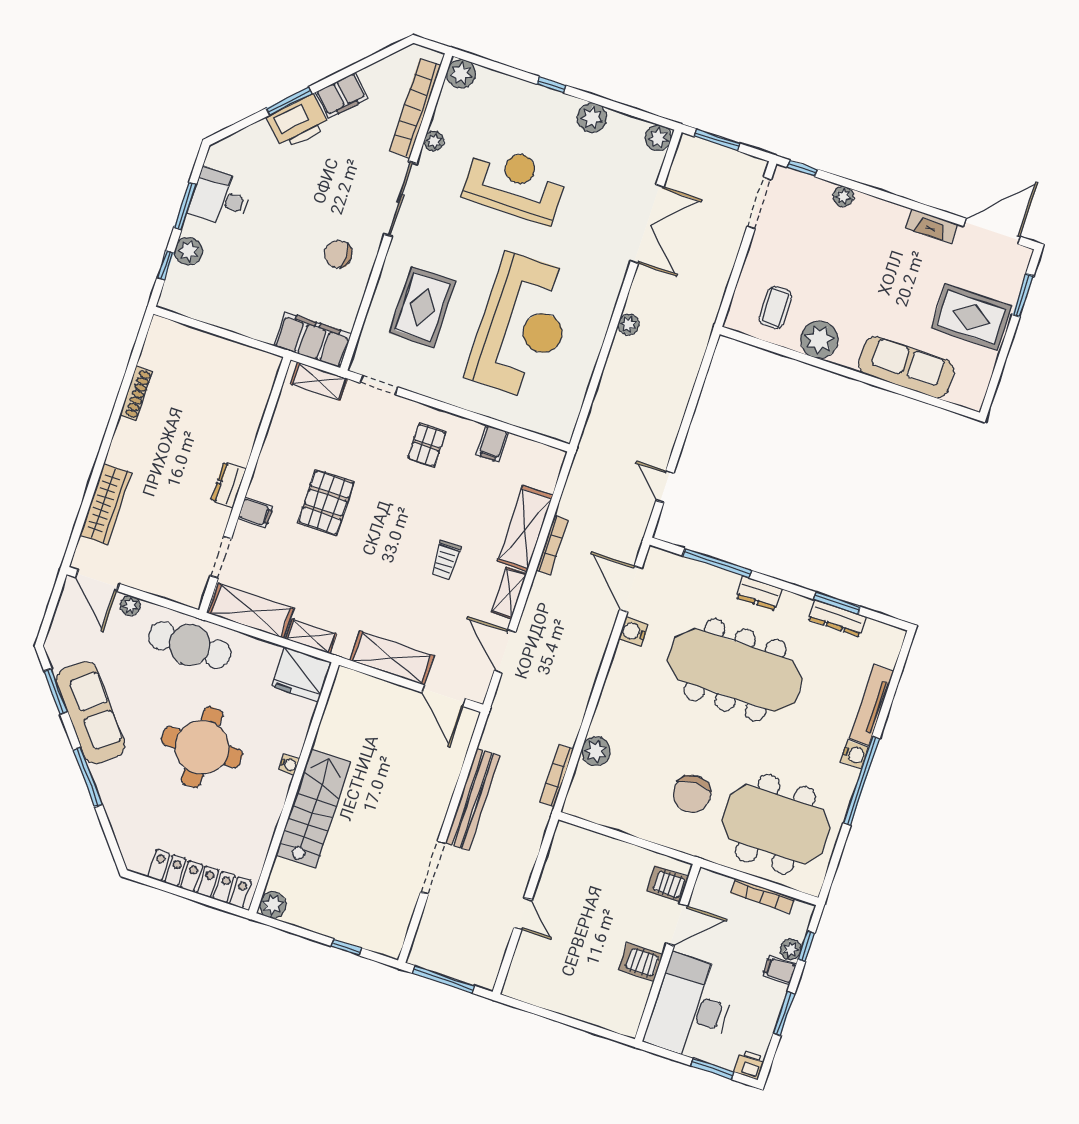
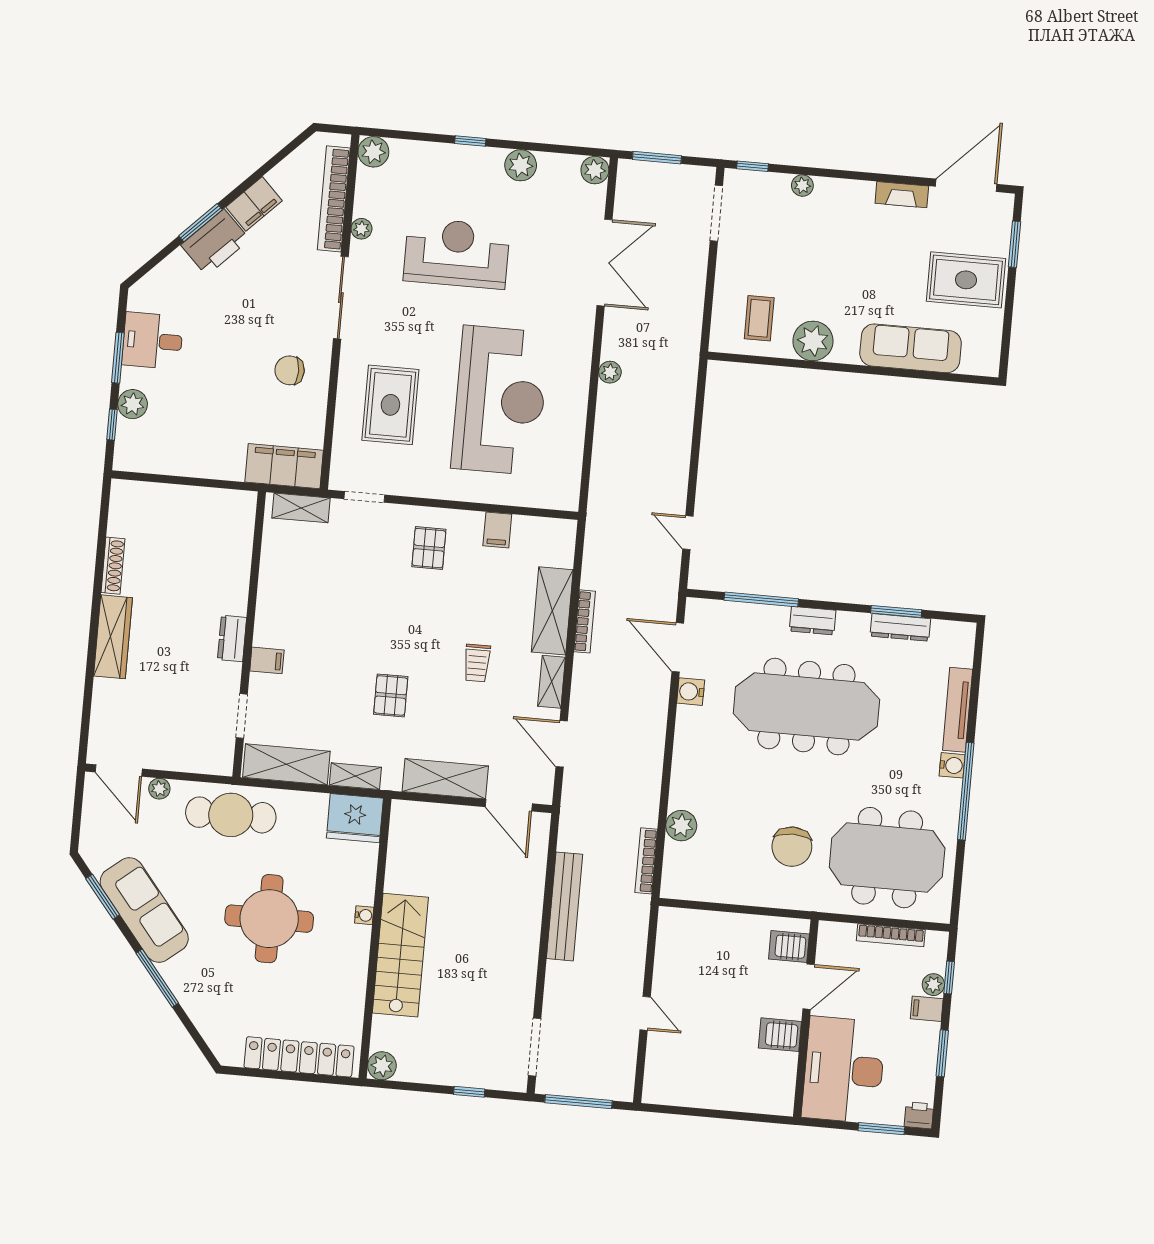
pallet: (326, 503) -> (391, 695), moved, width x0.67, depth x0.71
wardrobe: (105, 504) -> (113, 637), moved
doorway: (433, 868) -> (535, 1047), moved

